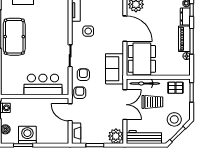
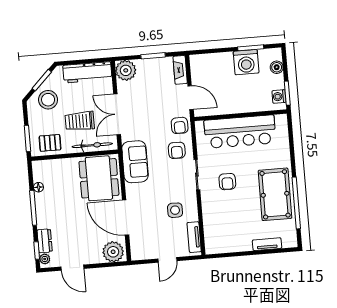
piano: (184, 39) -> (43, 210), removed
armchair: (48, 49) -> (227, 182), added
bar counter: (43, 85) -> (240, 132), width x1.36

